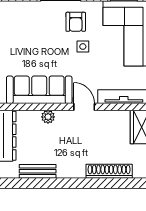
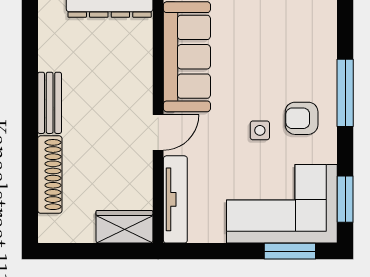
plant: (48, 117) -> (142, 72), removed
bench: (38, 171) -> (50, 103), moved

